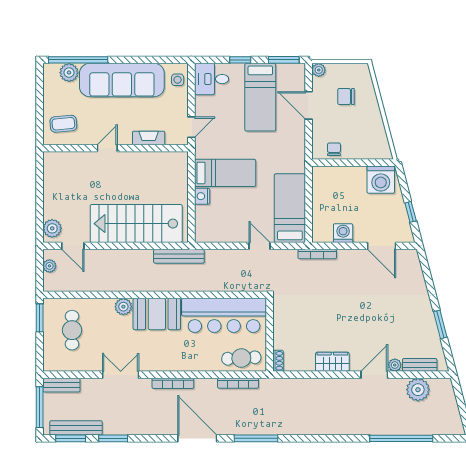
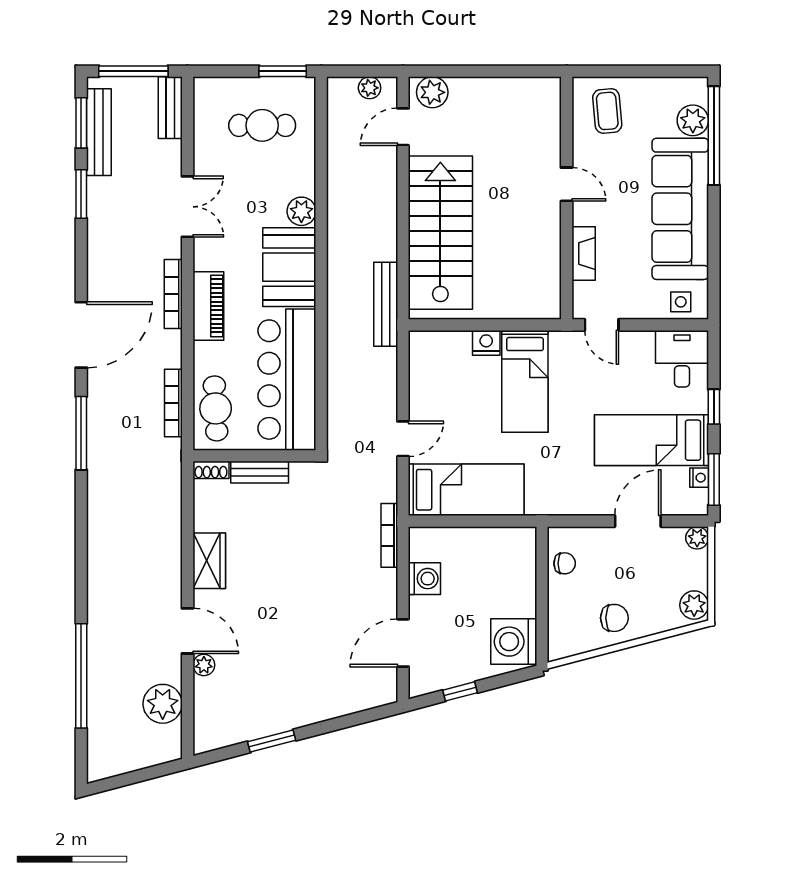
nightstand: (283, 69) -> (699, 478), added
plant: (359, 72) -> (694, 605), added
chair: (346, 97) -> (614, 618), moved, turned 90
piano: (180, 362) -> (208, 306), added
bench: (420, 365) -> (260, 472), moved, turned 90

